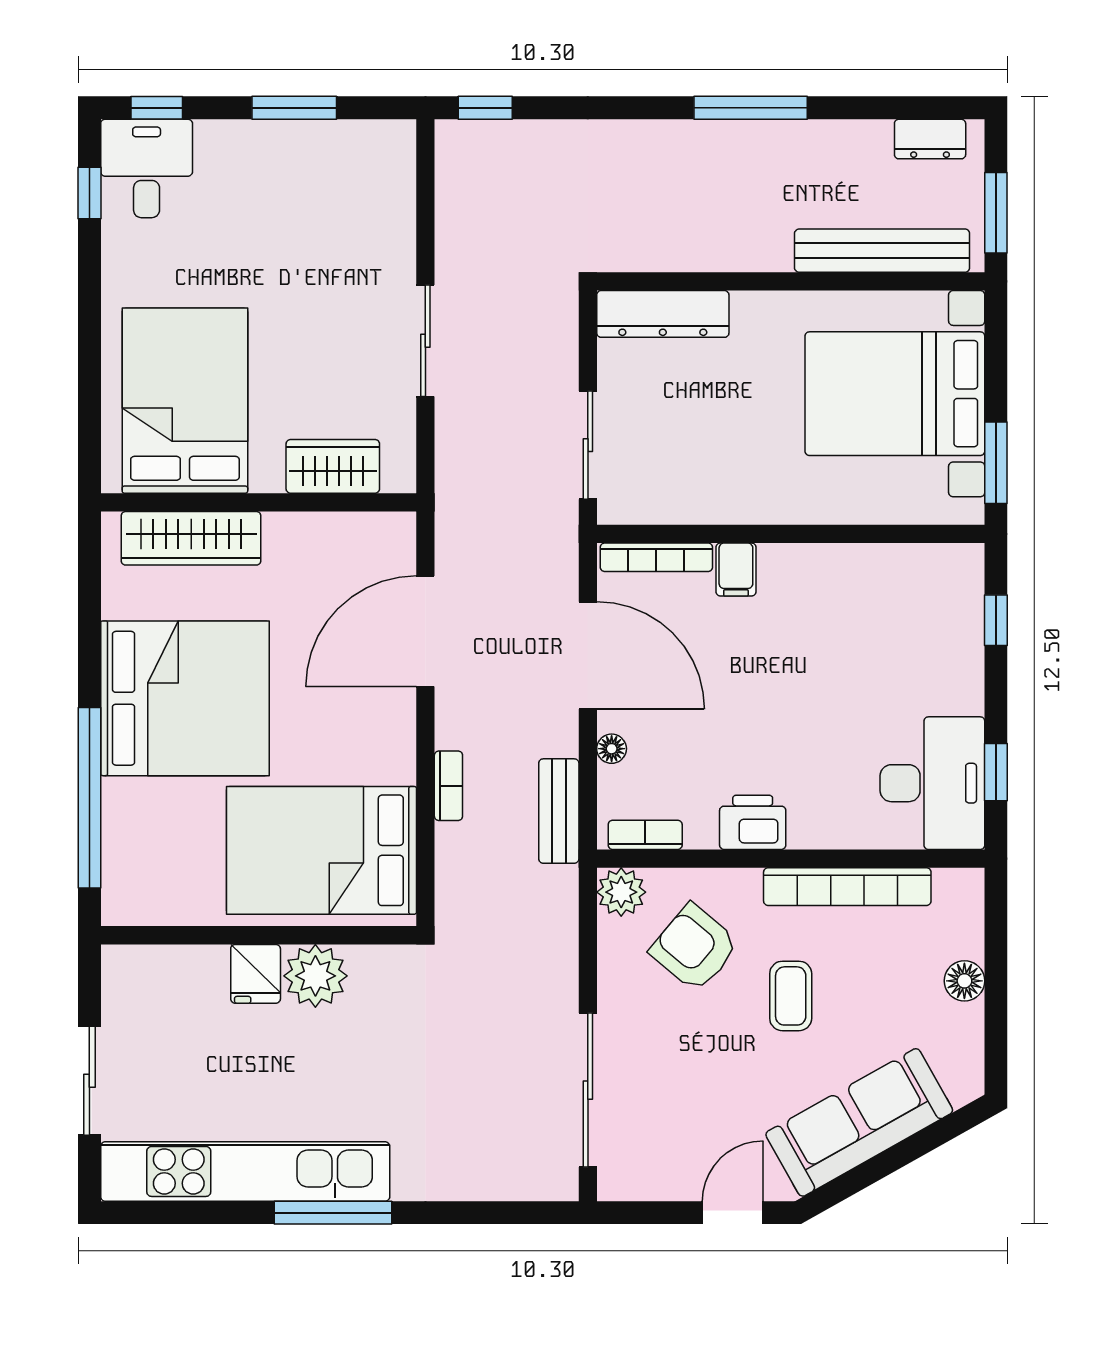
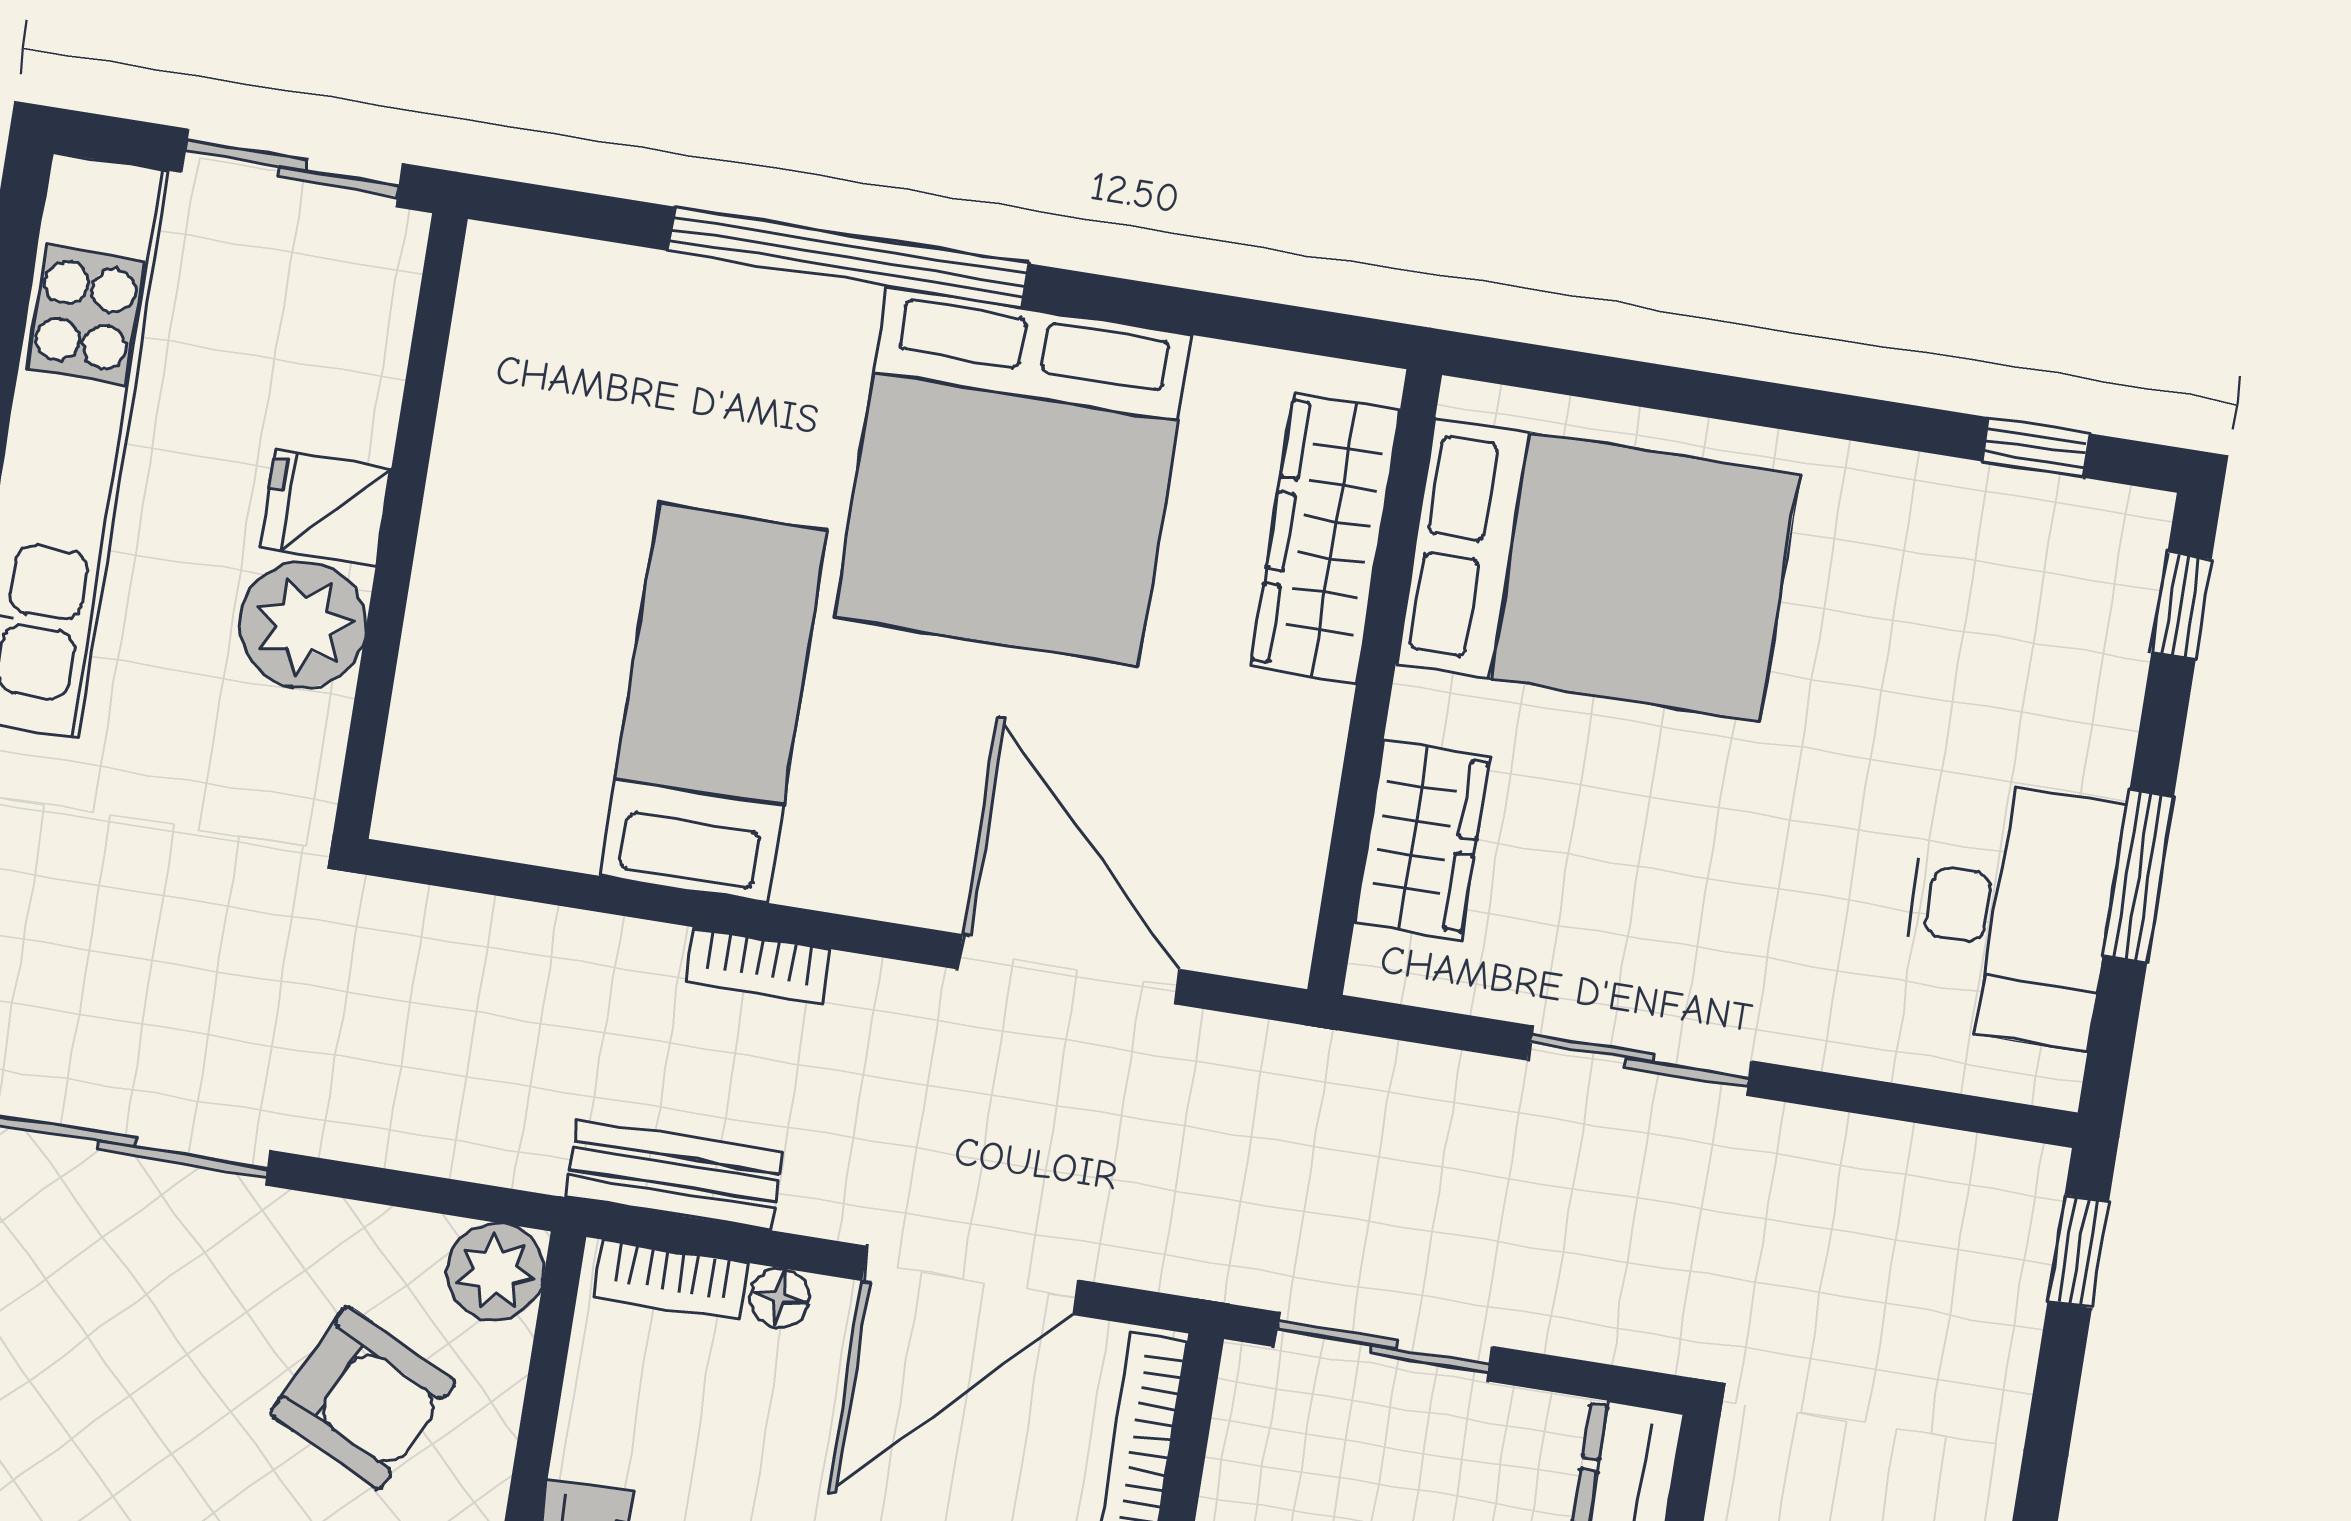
desk: (147, 168) -> (2010, 913), moved, width x1.37
bookcase: (645, 835) -> (671, 1280), moved, turned 90
bed: (322, 850) -> (713, 703), width x0.67
wall: (259, 935) -> (400, 526), moved
armchair: (694, 948) -> (363, 1398), turned 76
fridge: (256, 974) -> (326, 508), moved
plant: (315, 976) -> (303, 625), moved

